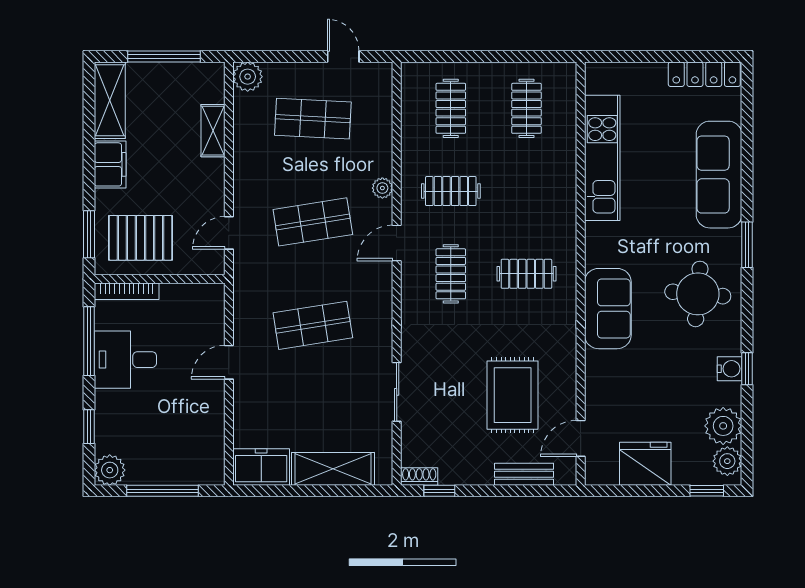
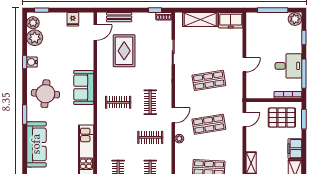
fridge: (645, 464) -> (73, 19), width x0.53, depth x0.75

